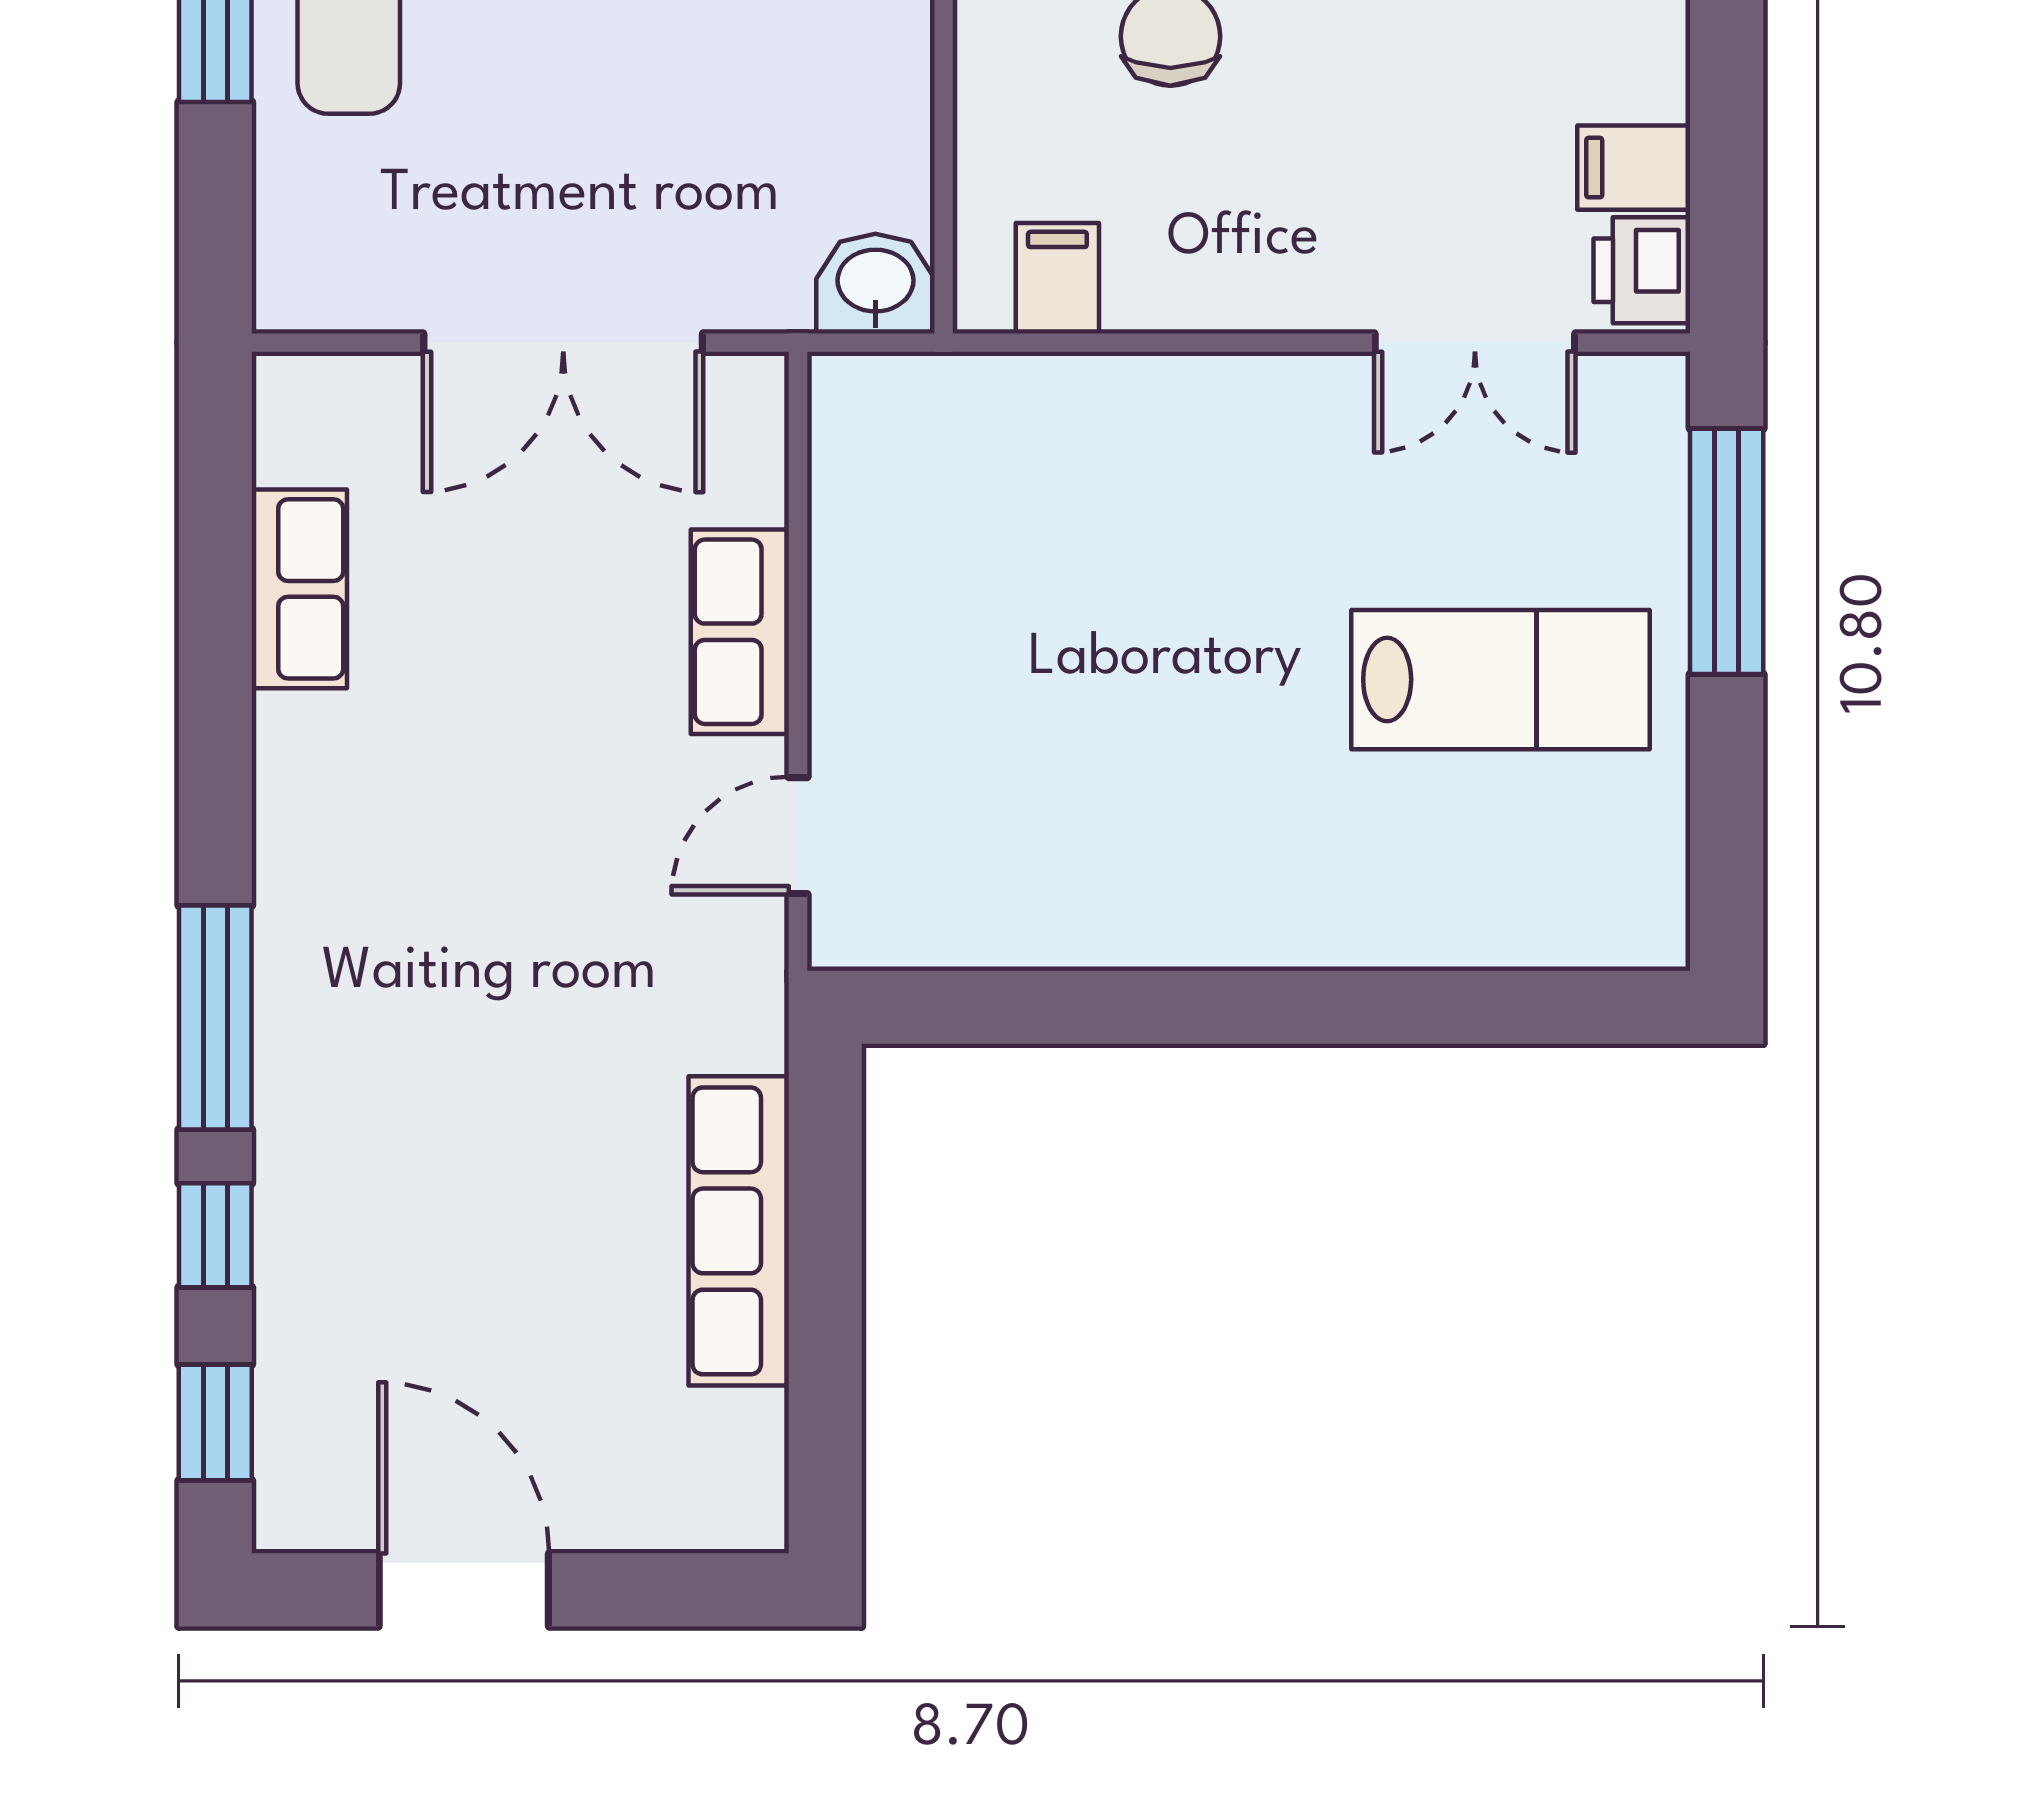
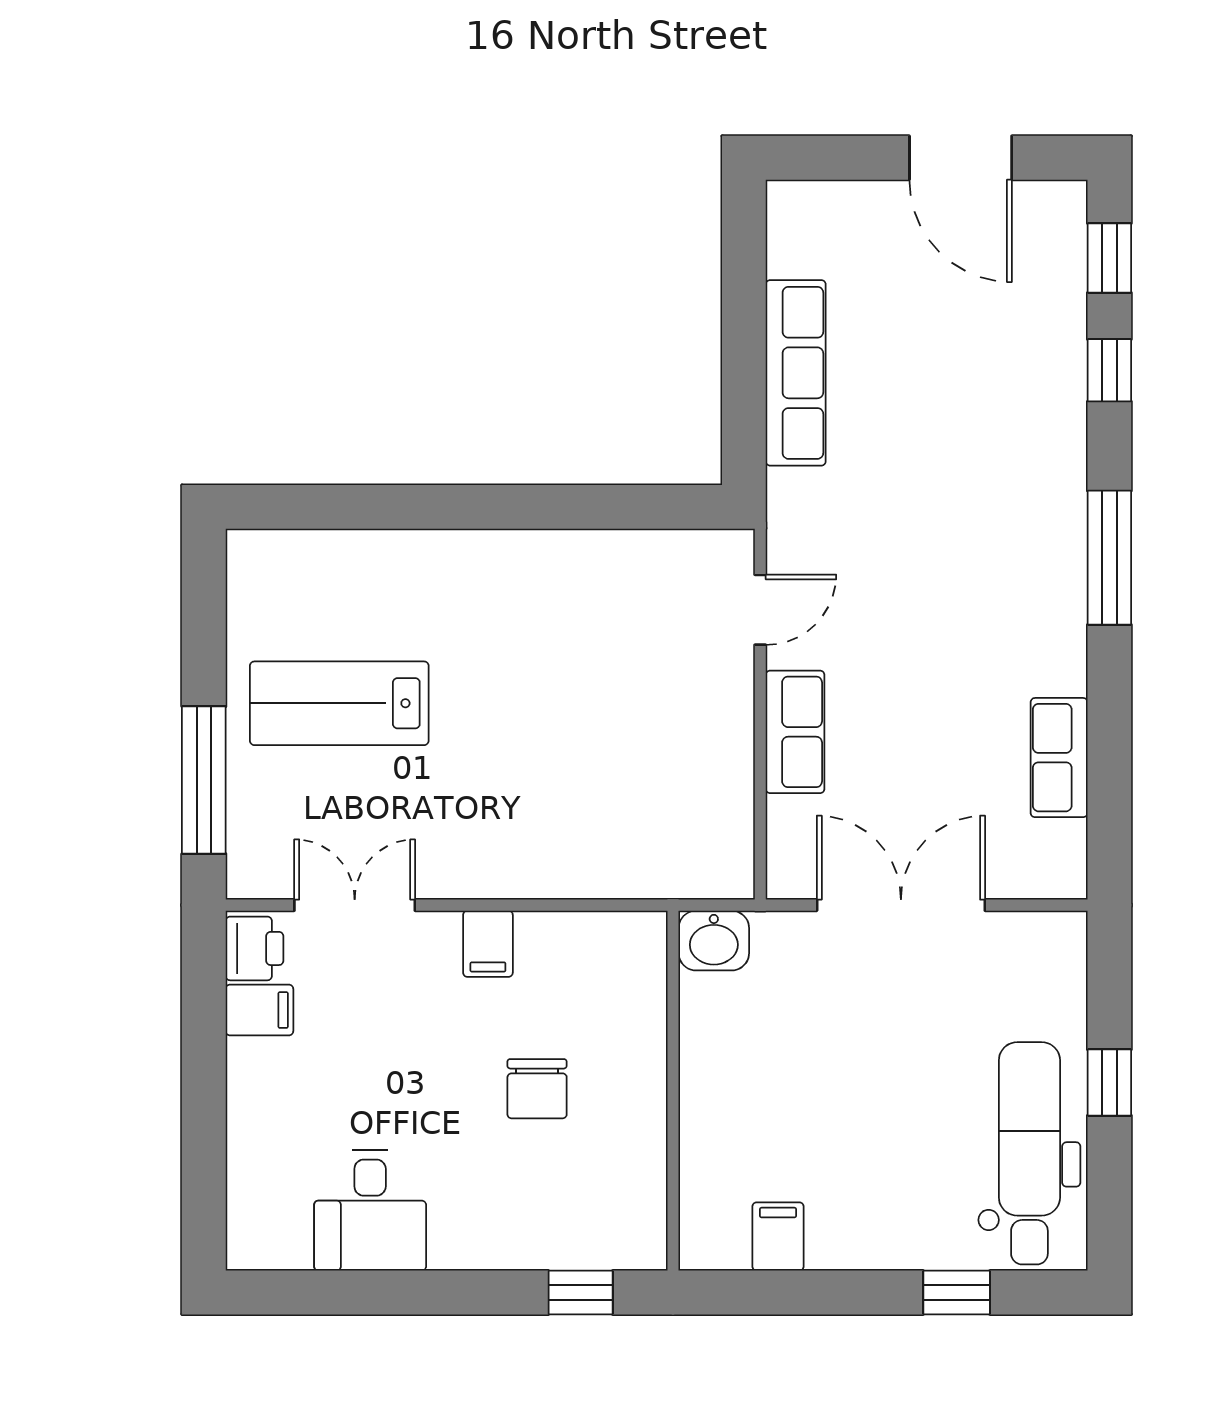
filing cabinet: (1057, 278) -> (488, 944), moved
window: (215, 1018) -> (1109, 558), moved

